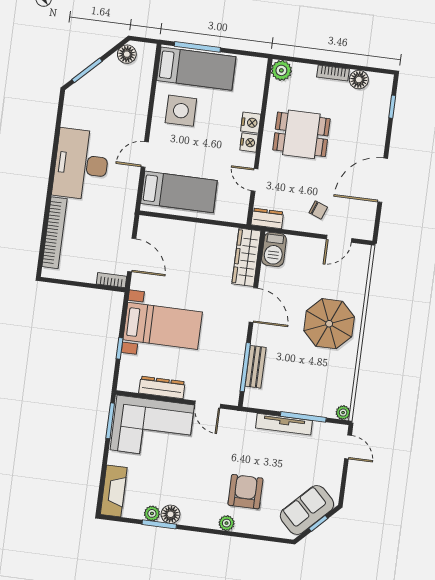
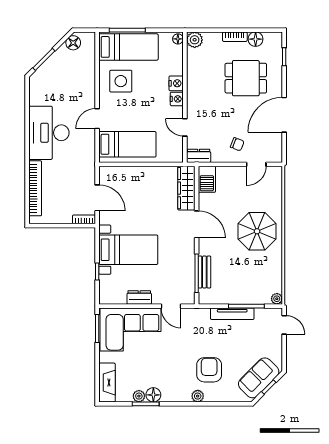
floor lamp: (260, 67) -> (178, 39), added
dining table: (301, 134) -> (246, 78), moved
dresser: (162, 387) -> (139, 297), width x0.70

